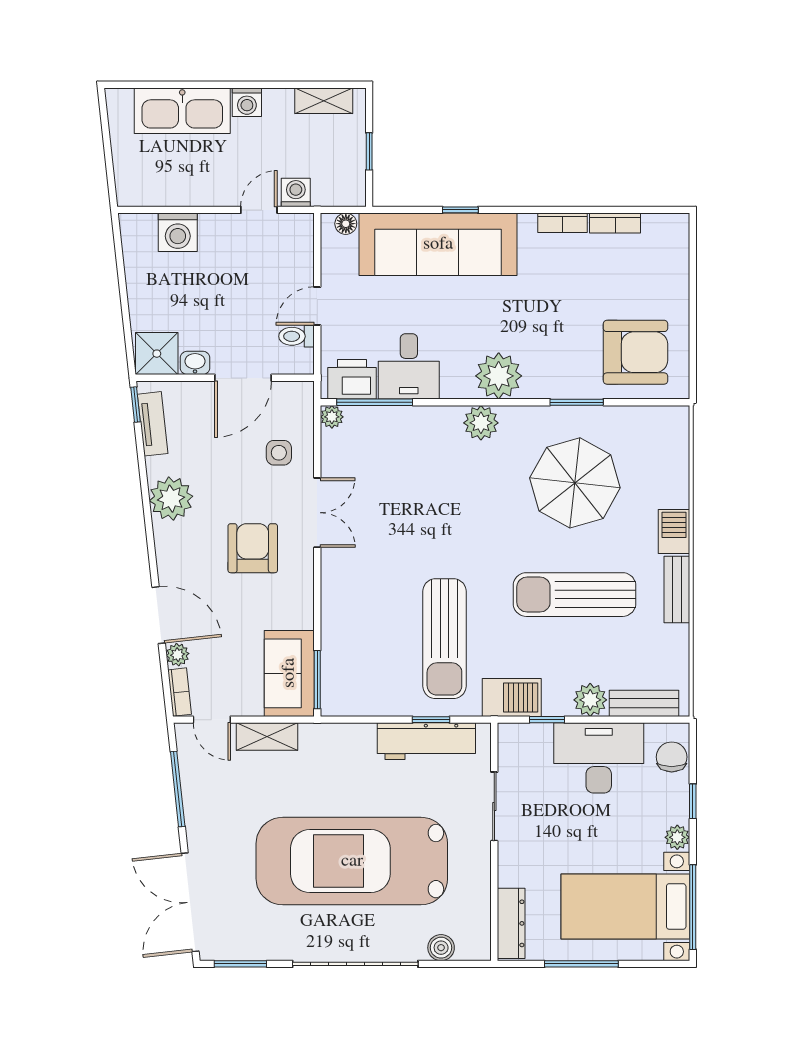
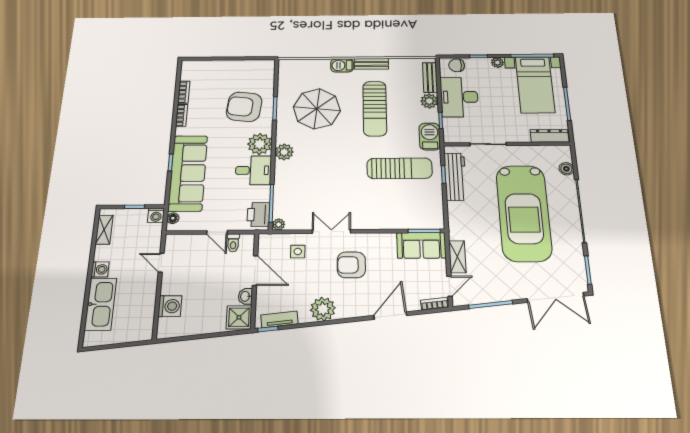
washing machine: (296, 192) -> (156, 215), moved, turned -90
armchair: (635, 352) -> (244, 107), moved, turned -83
desk: (409, 366) -> (253, 170), moved
plant: (178, 655) -> (413, 305), removed

